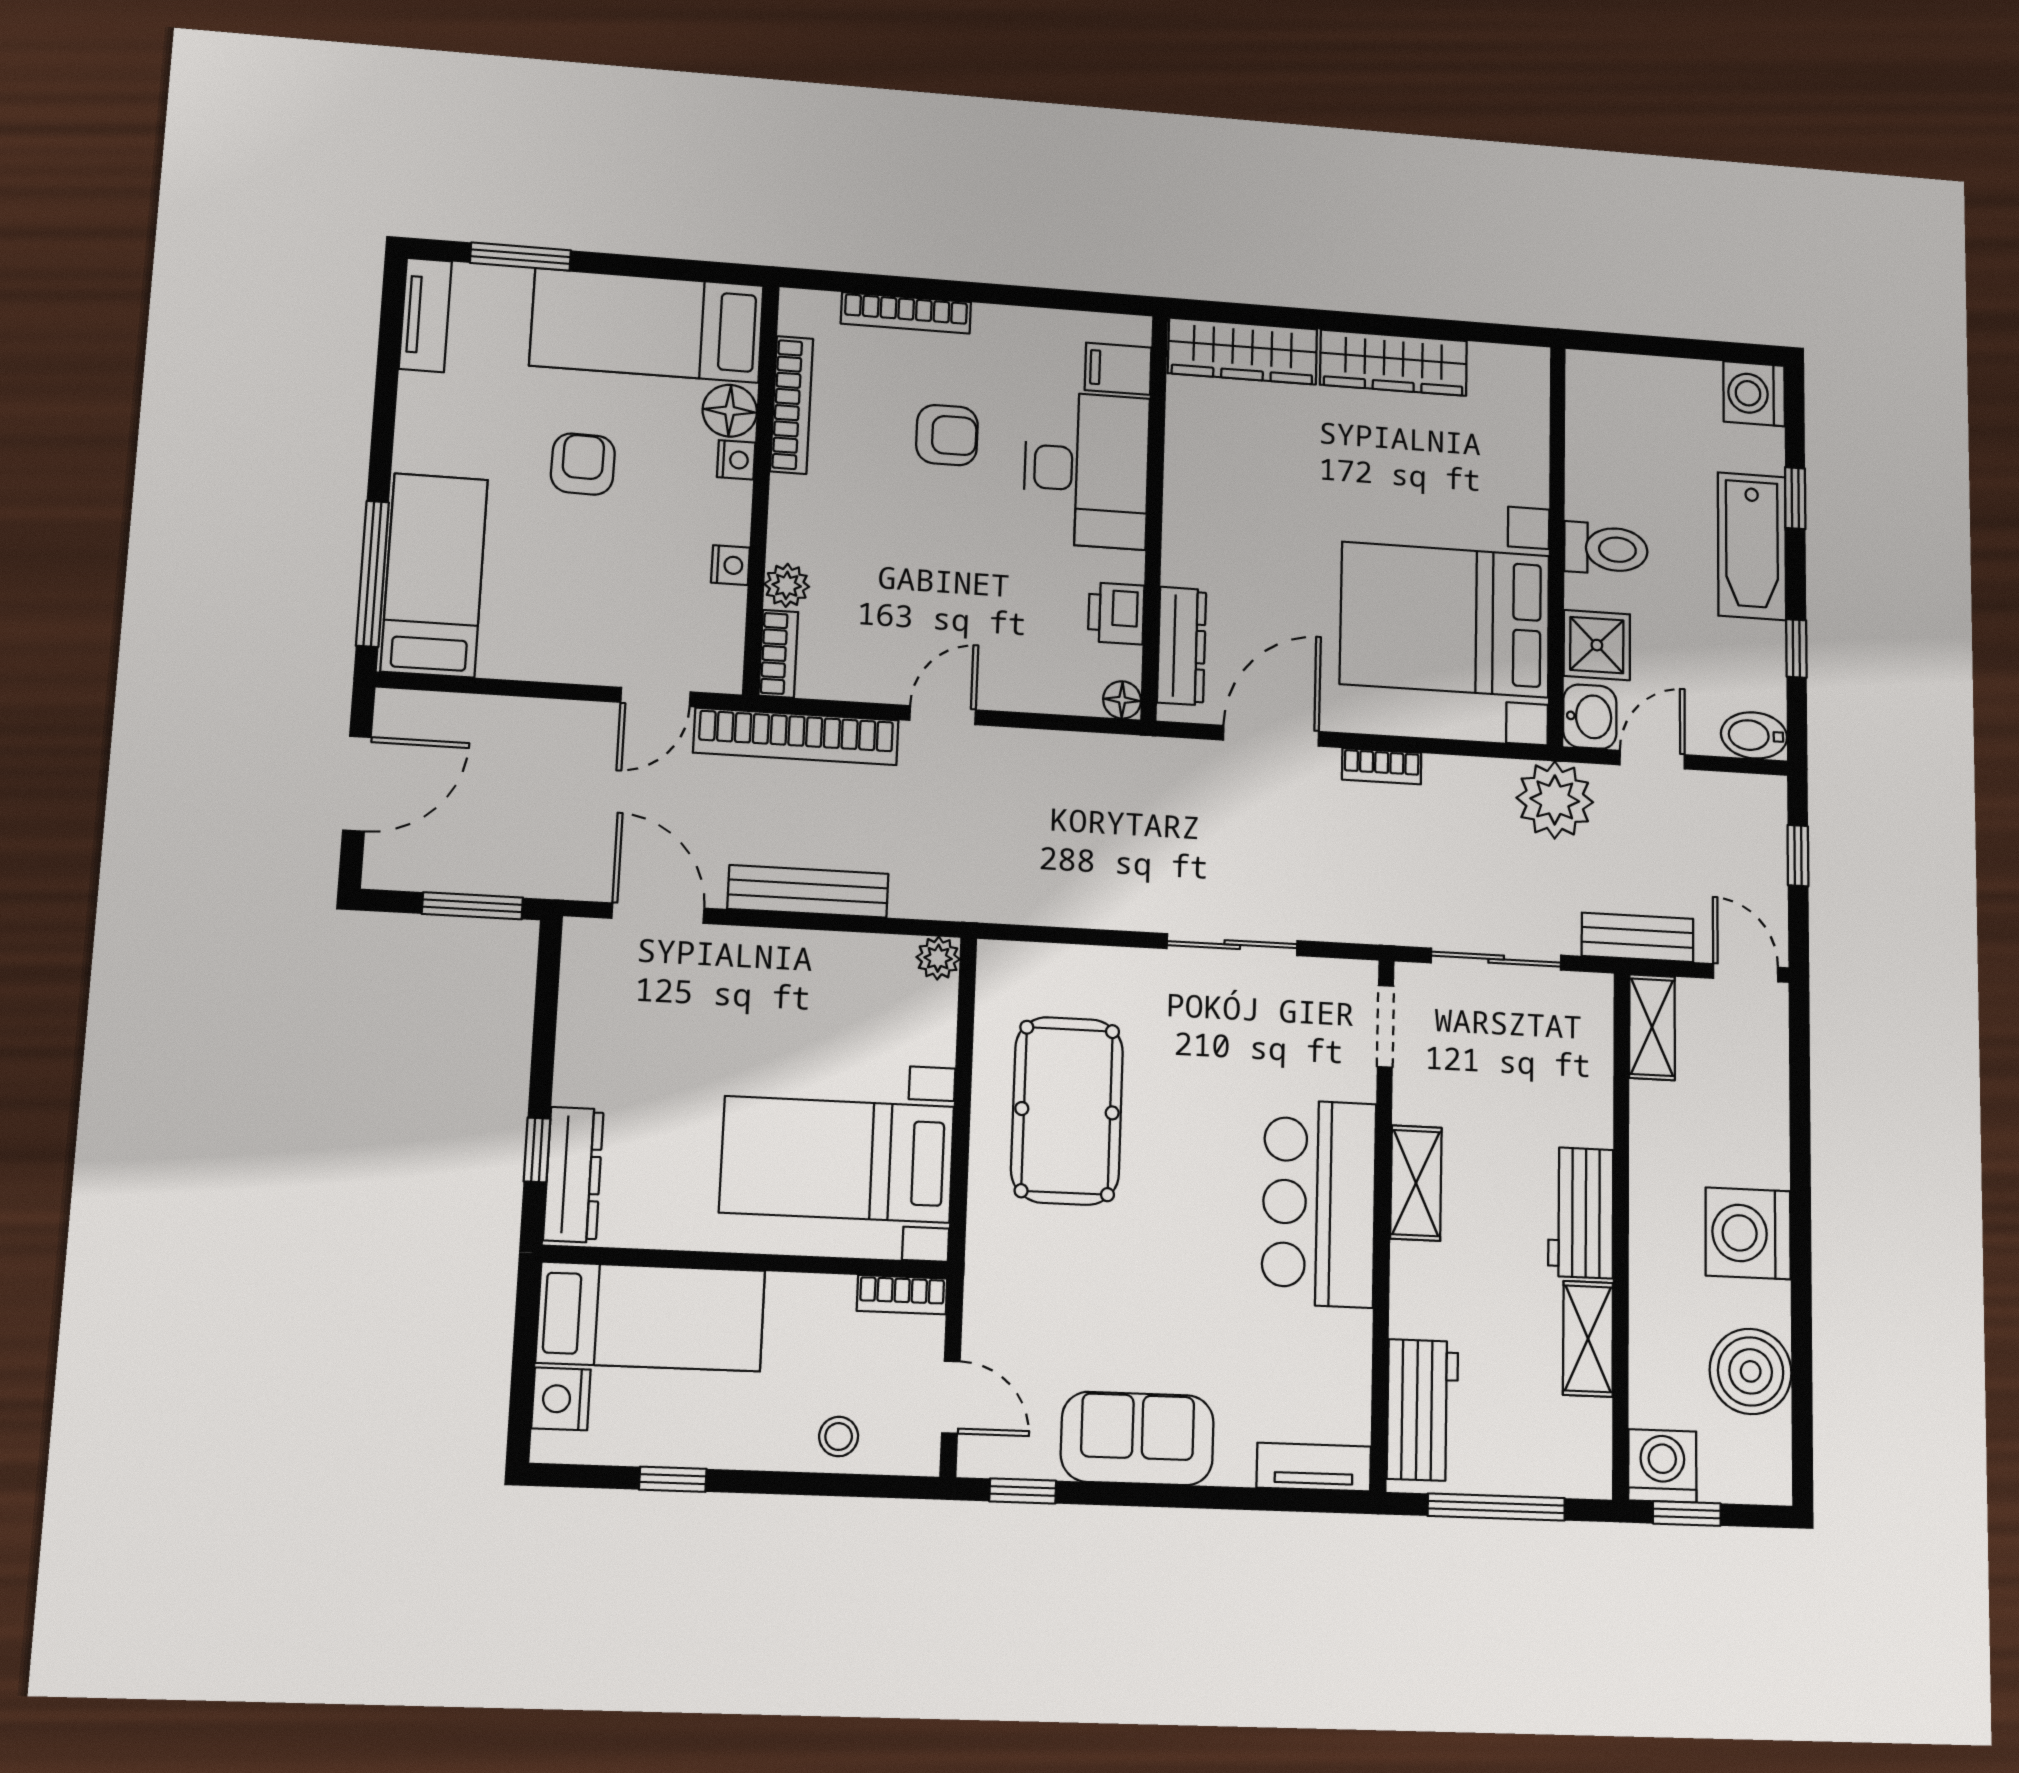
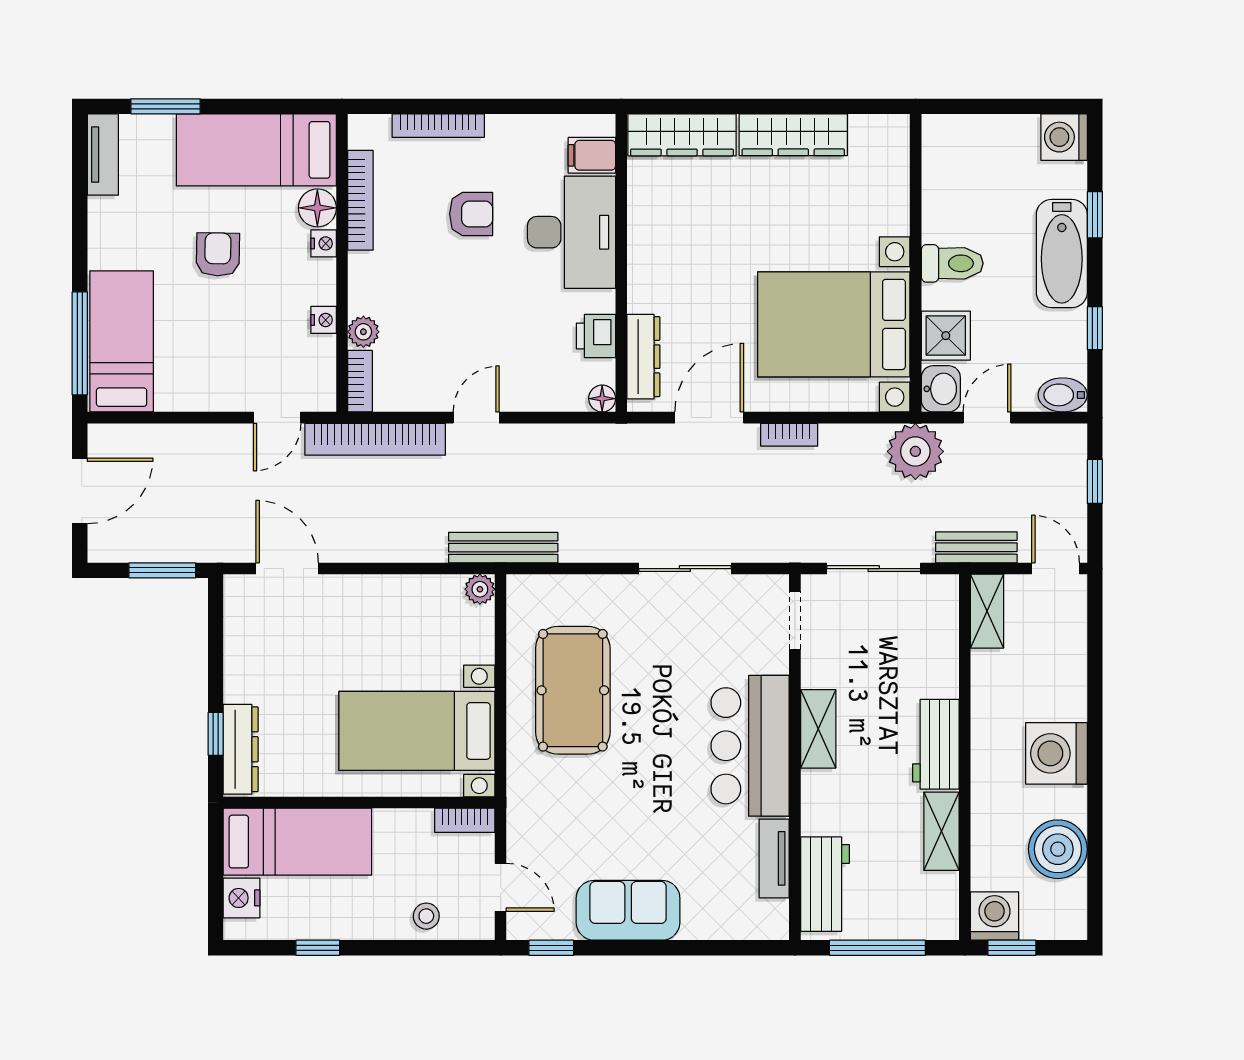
bench: (808, 891) -> (503, 548), moved
tv unit: (1314, 1467) -> (774, 858), moved, turned -90

